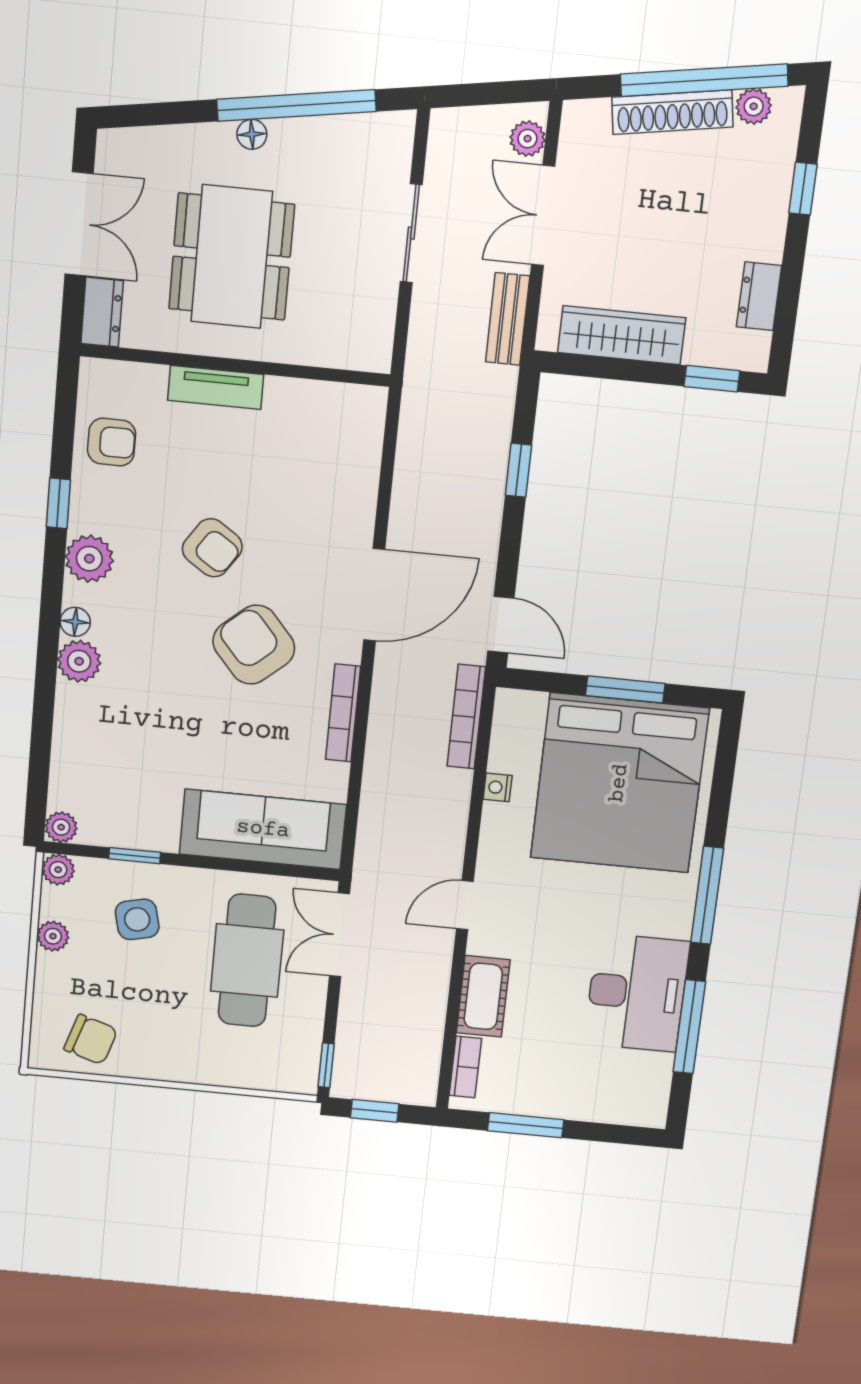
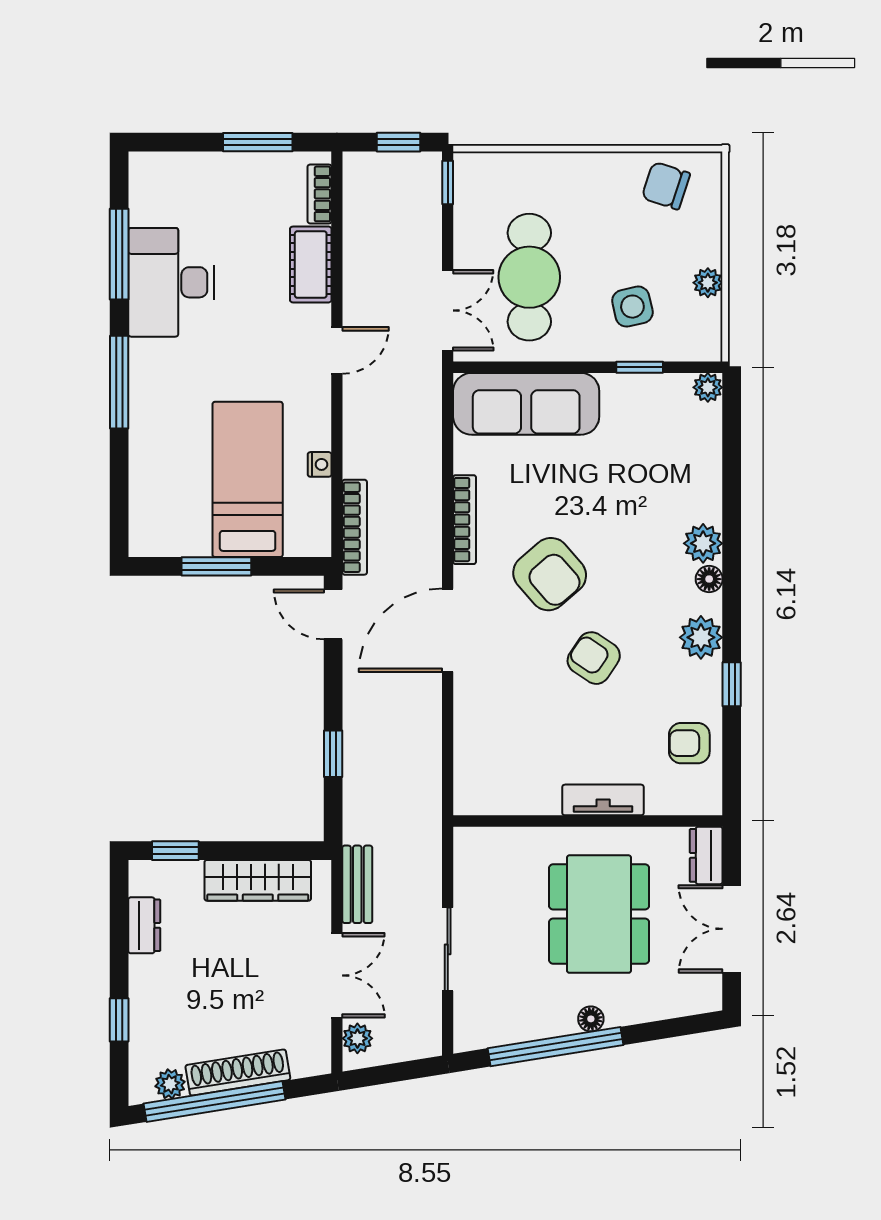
bed: (619, 783) -> (248, 479), width x0.49
plant: (58, 870) -> (708, 347), removed

